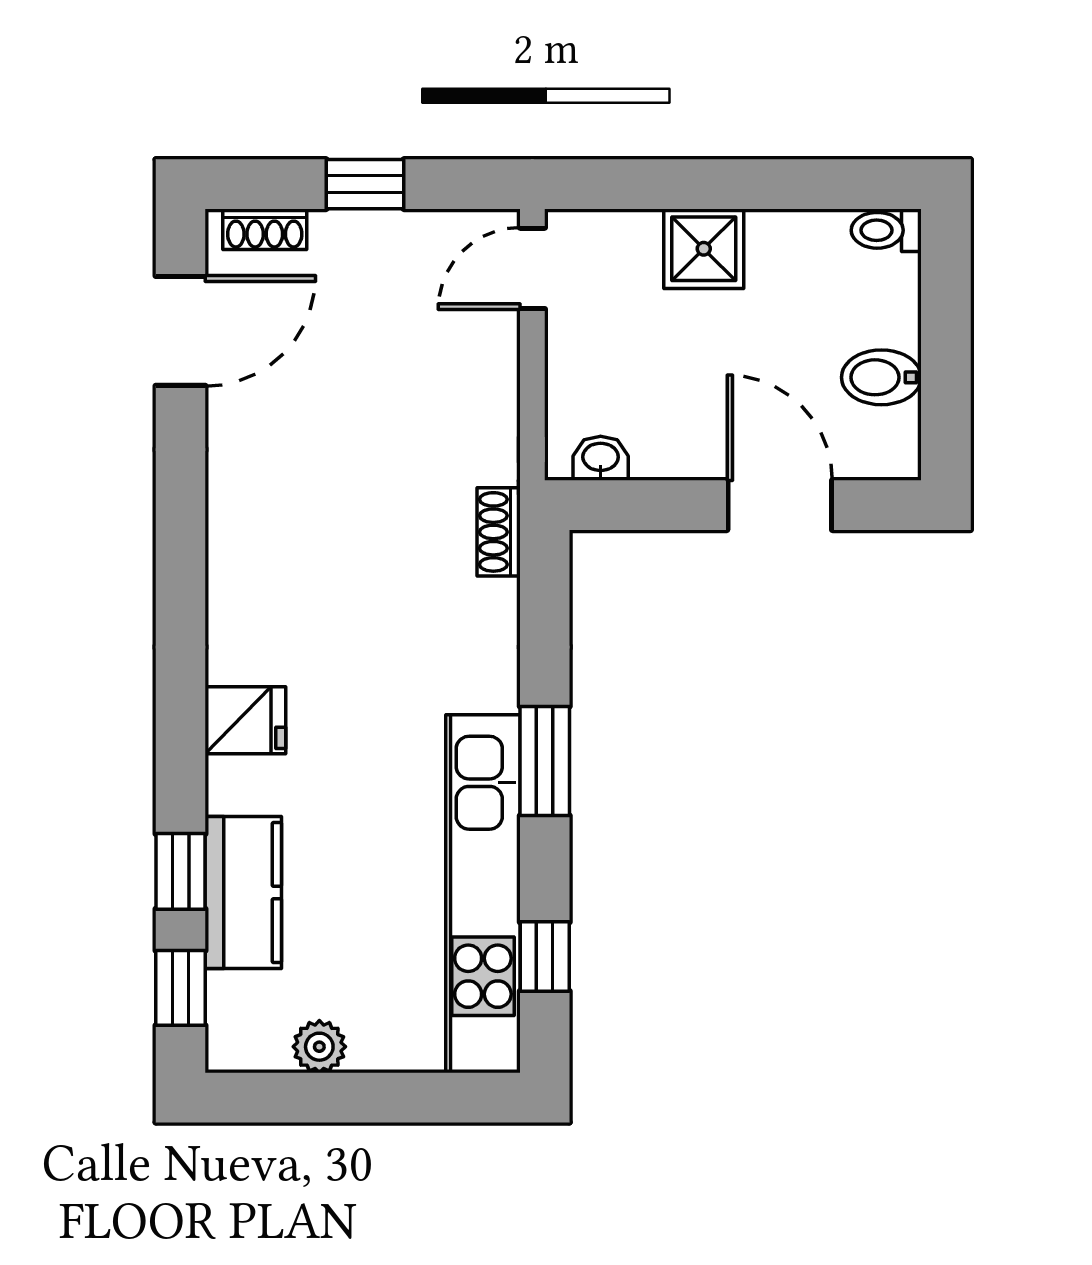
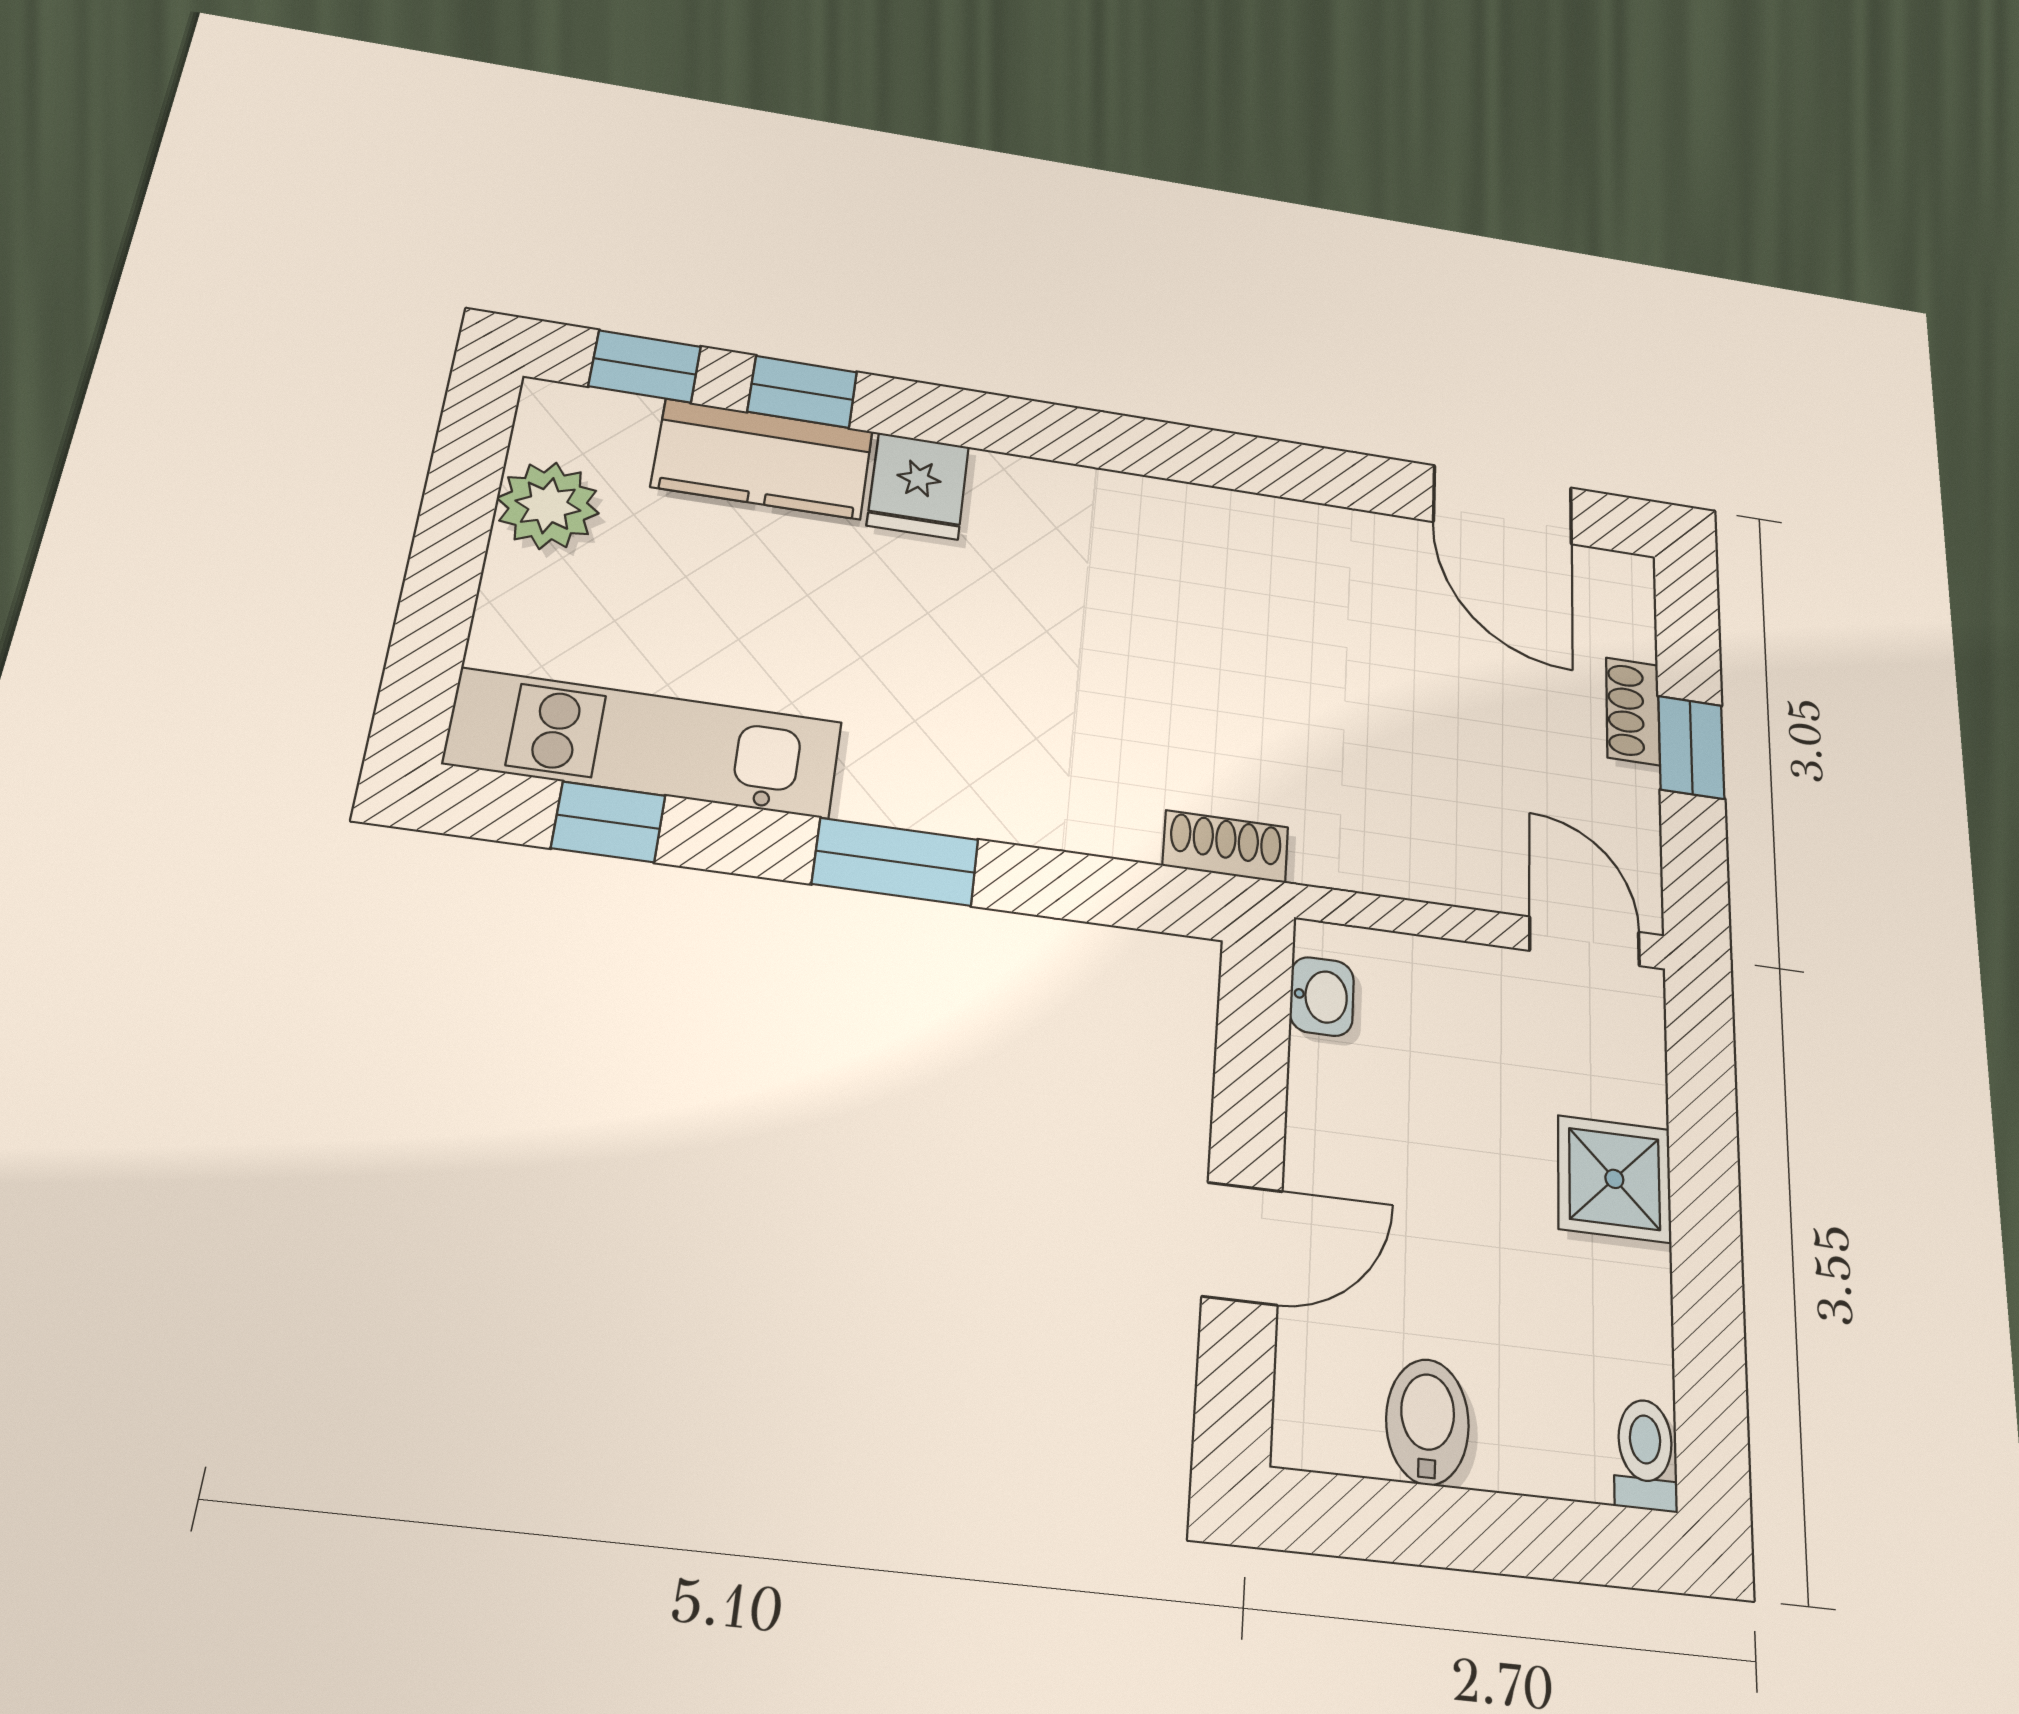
shoe rack: (265, 229) -> (1633, 711), moved
door: (780, 505) -> (1242, 1243), width x0.73
fridge: (245, 720) -> (918, 486), moved
kitchen unit: (483, 894) -> (645, 743), width x0.73
plant: (319, 1047) -> (548, 506), width x1.38, depth x1.38

